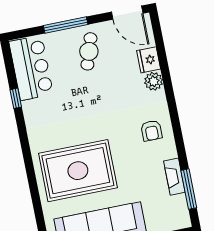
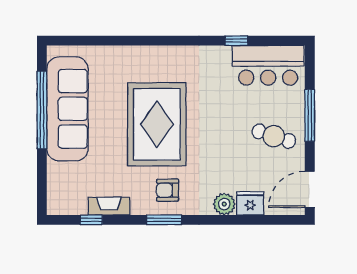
window: (177, 129) -> (164, 220), added
rug: (78, 171) -> (157, 124), moved
window: (189, 189) -> (91, 220), width x0.46

